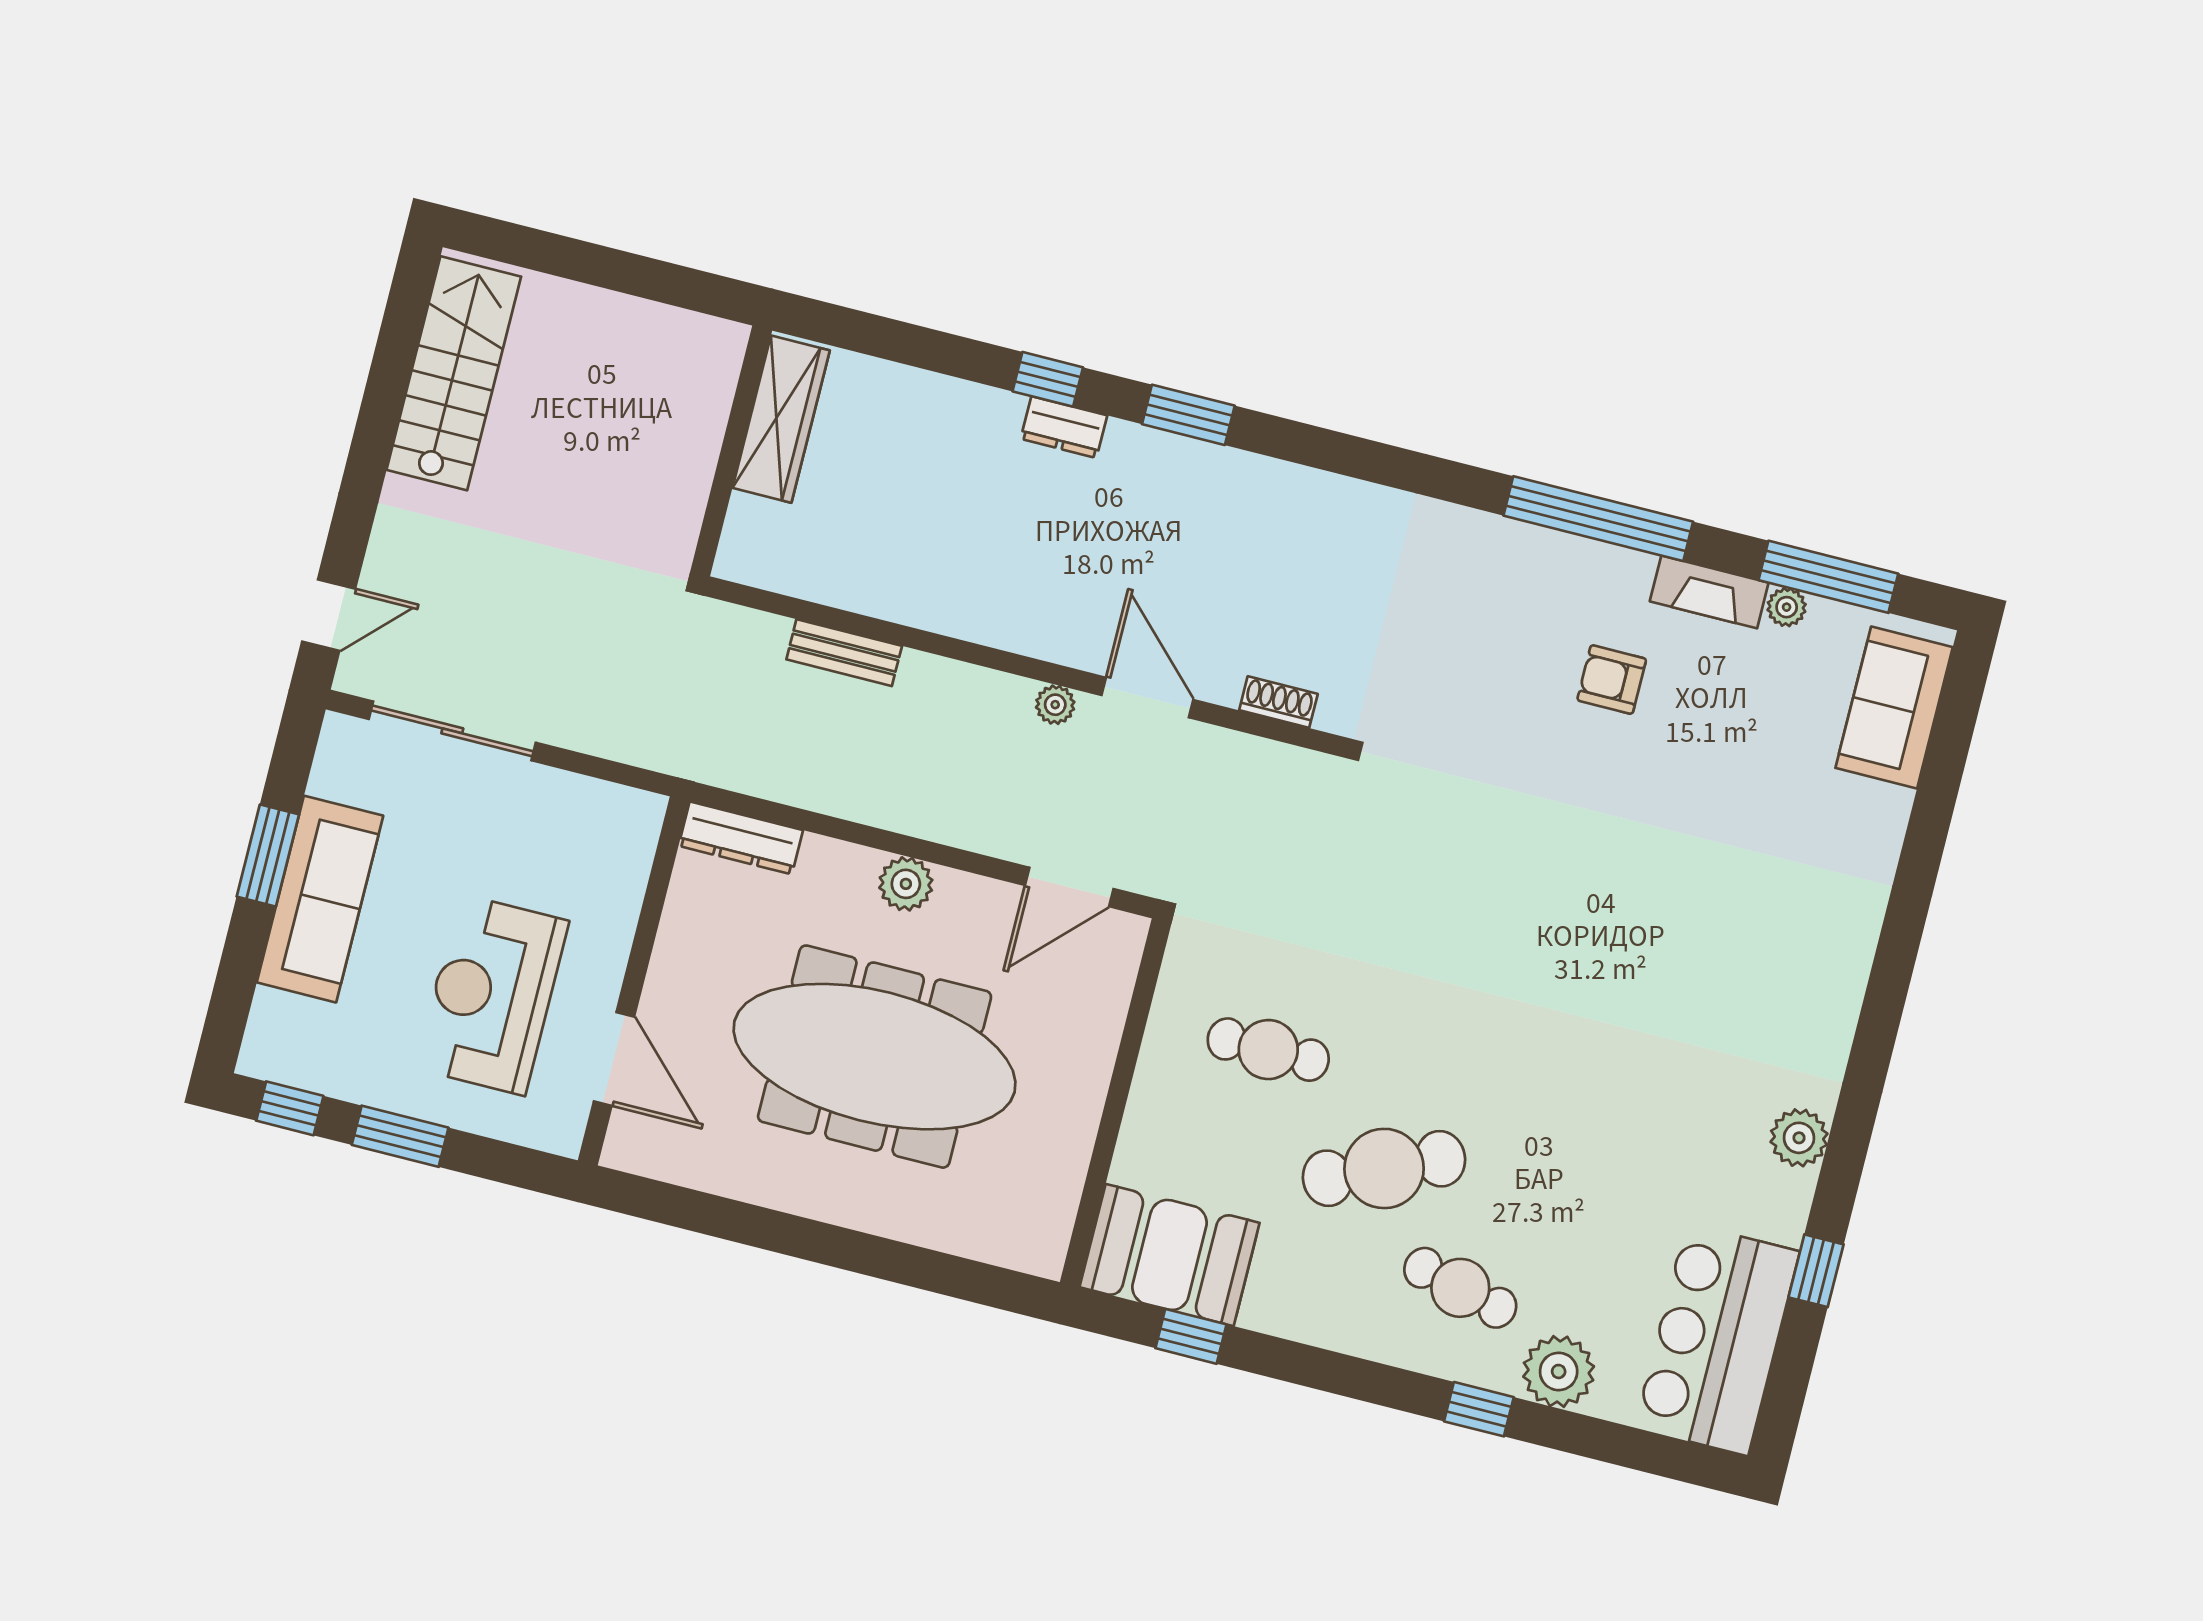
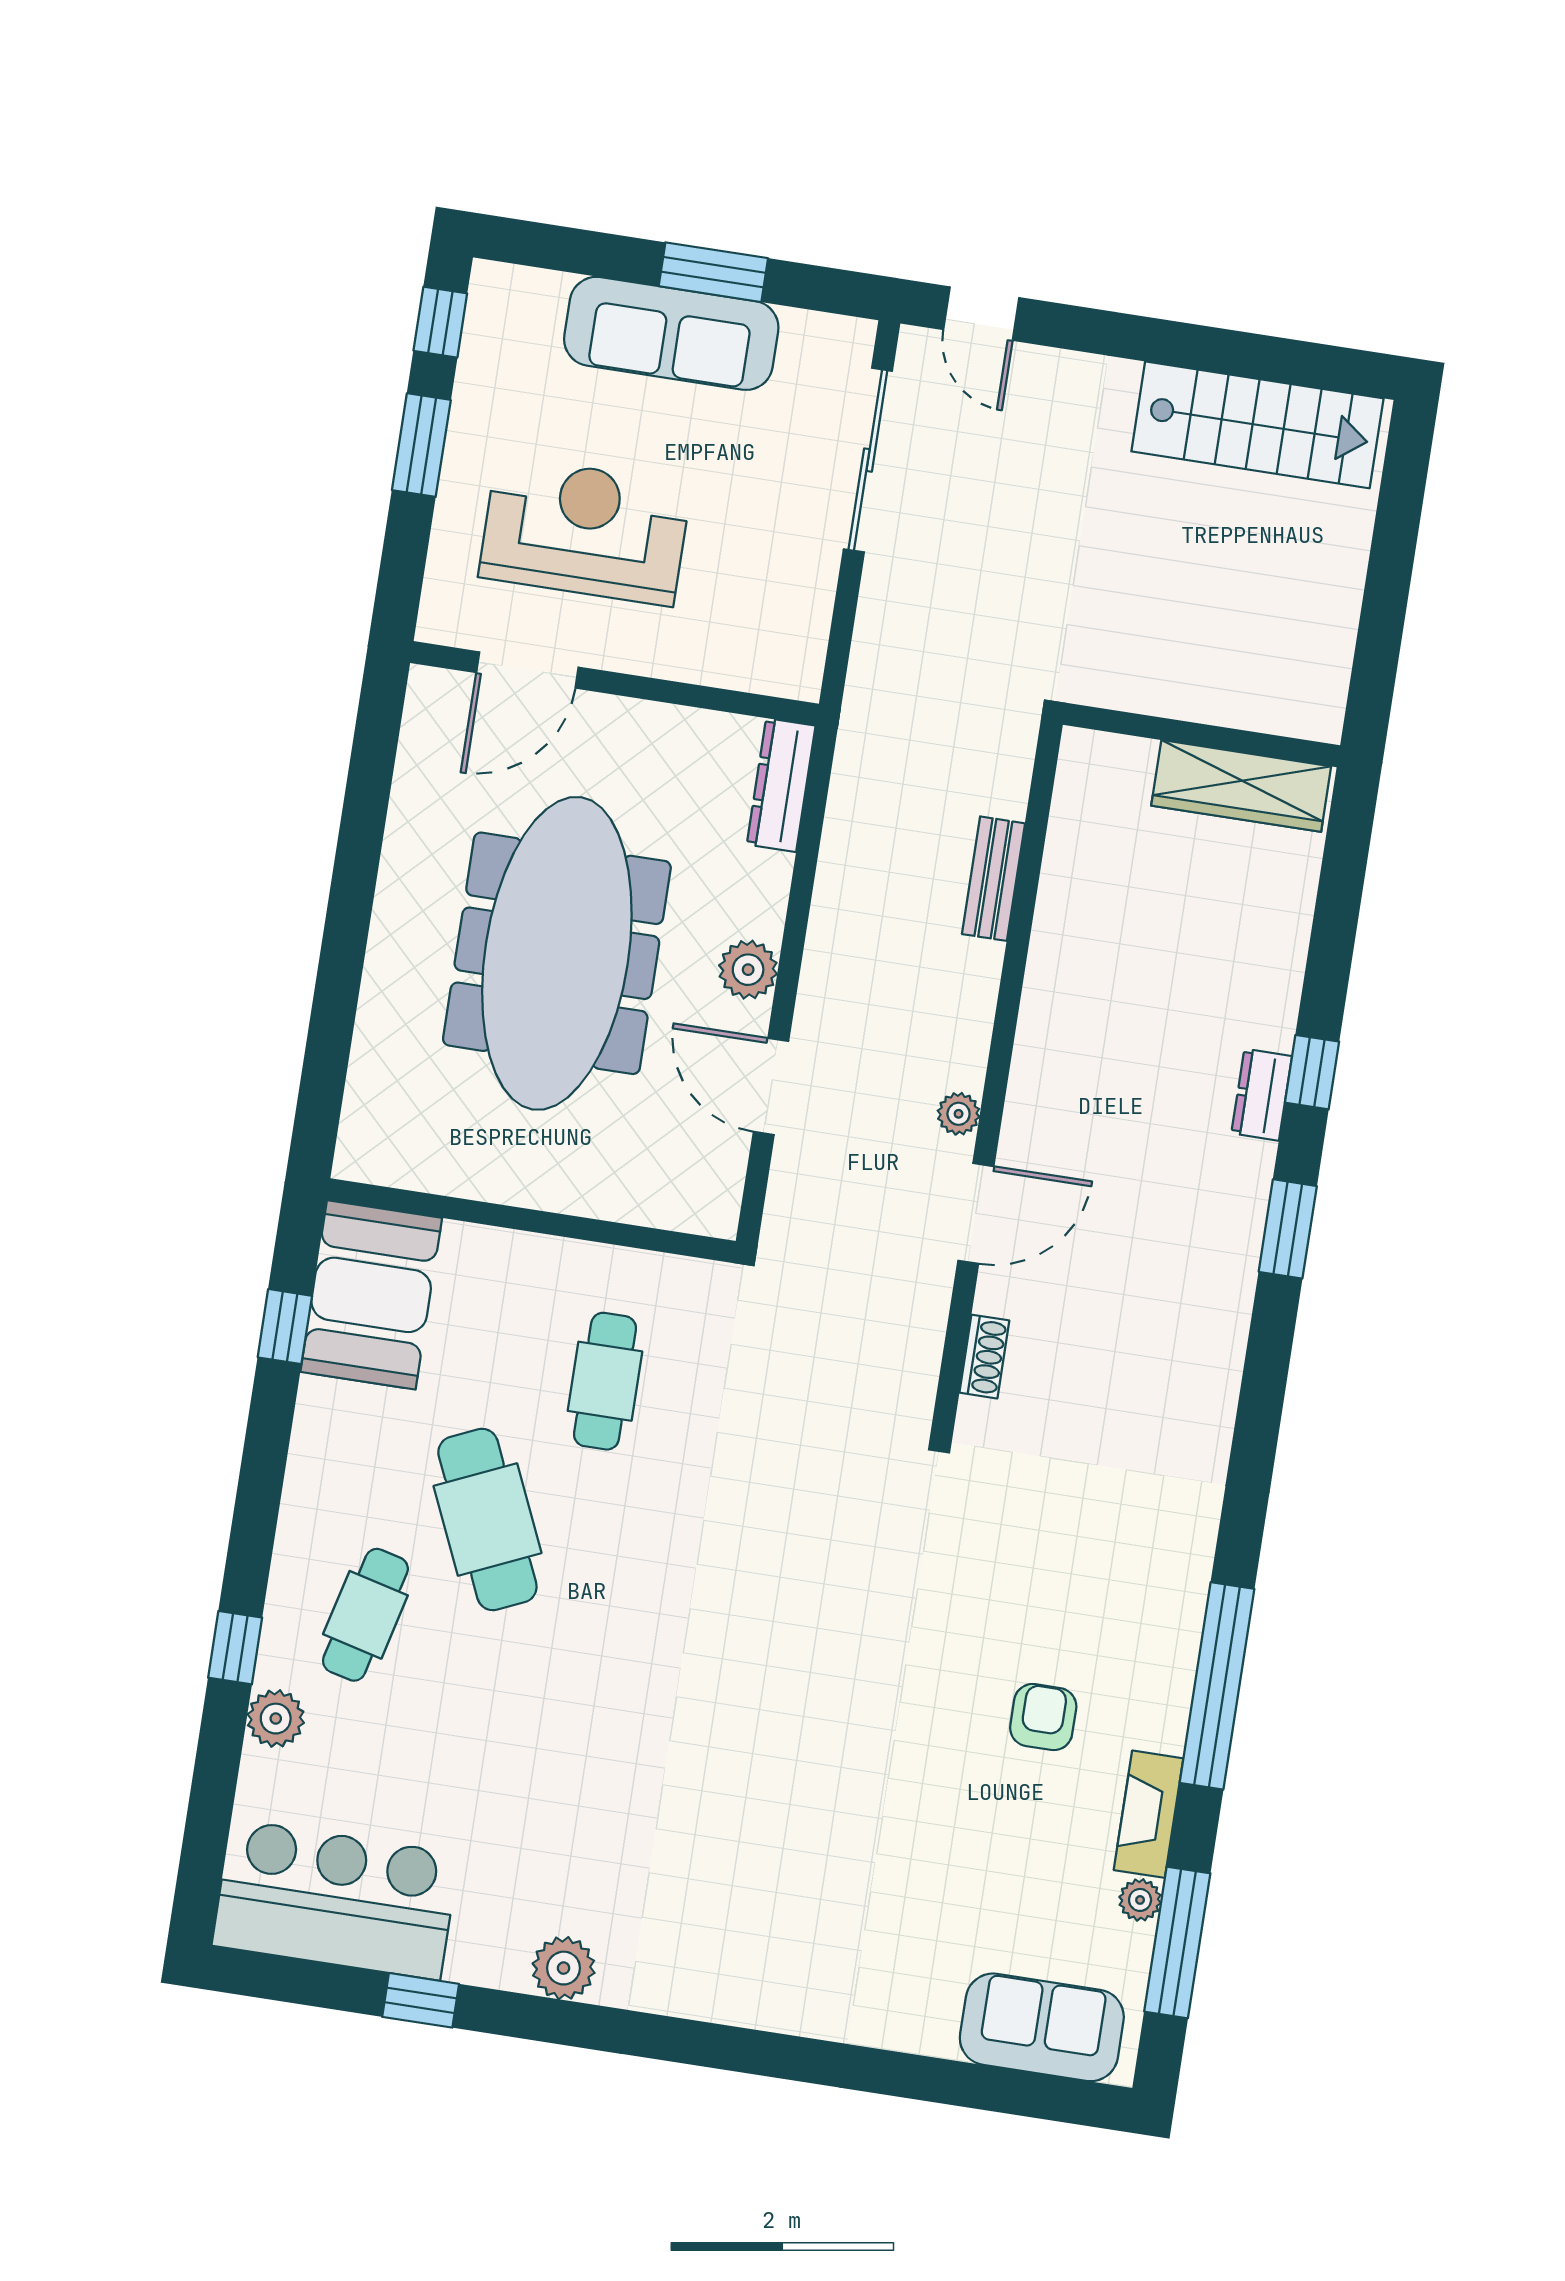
door: (1069, 887) -> (771, 1086), moved
plant: (1559, 1371) -> (276, 1719), width x0.73, depth x0.73

